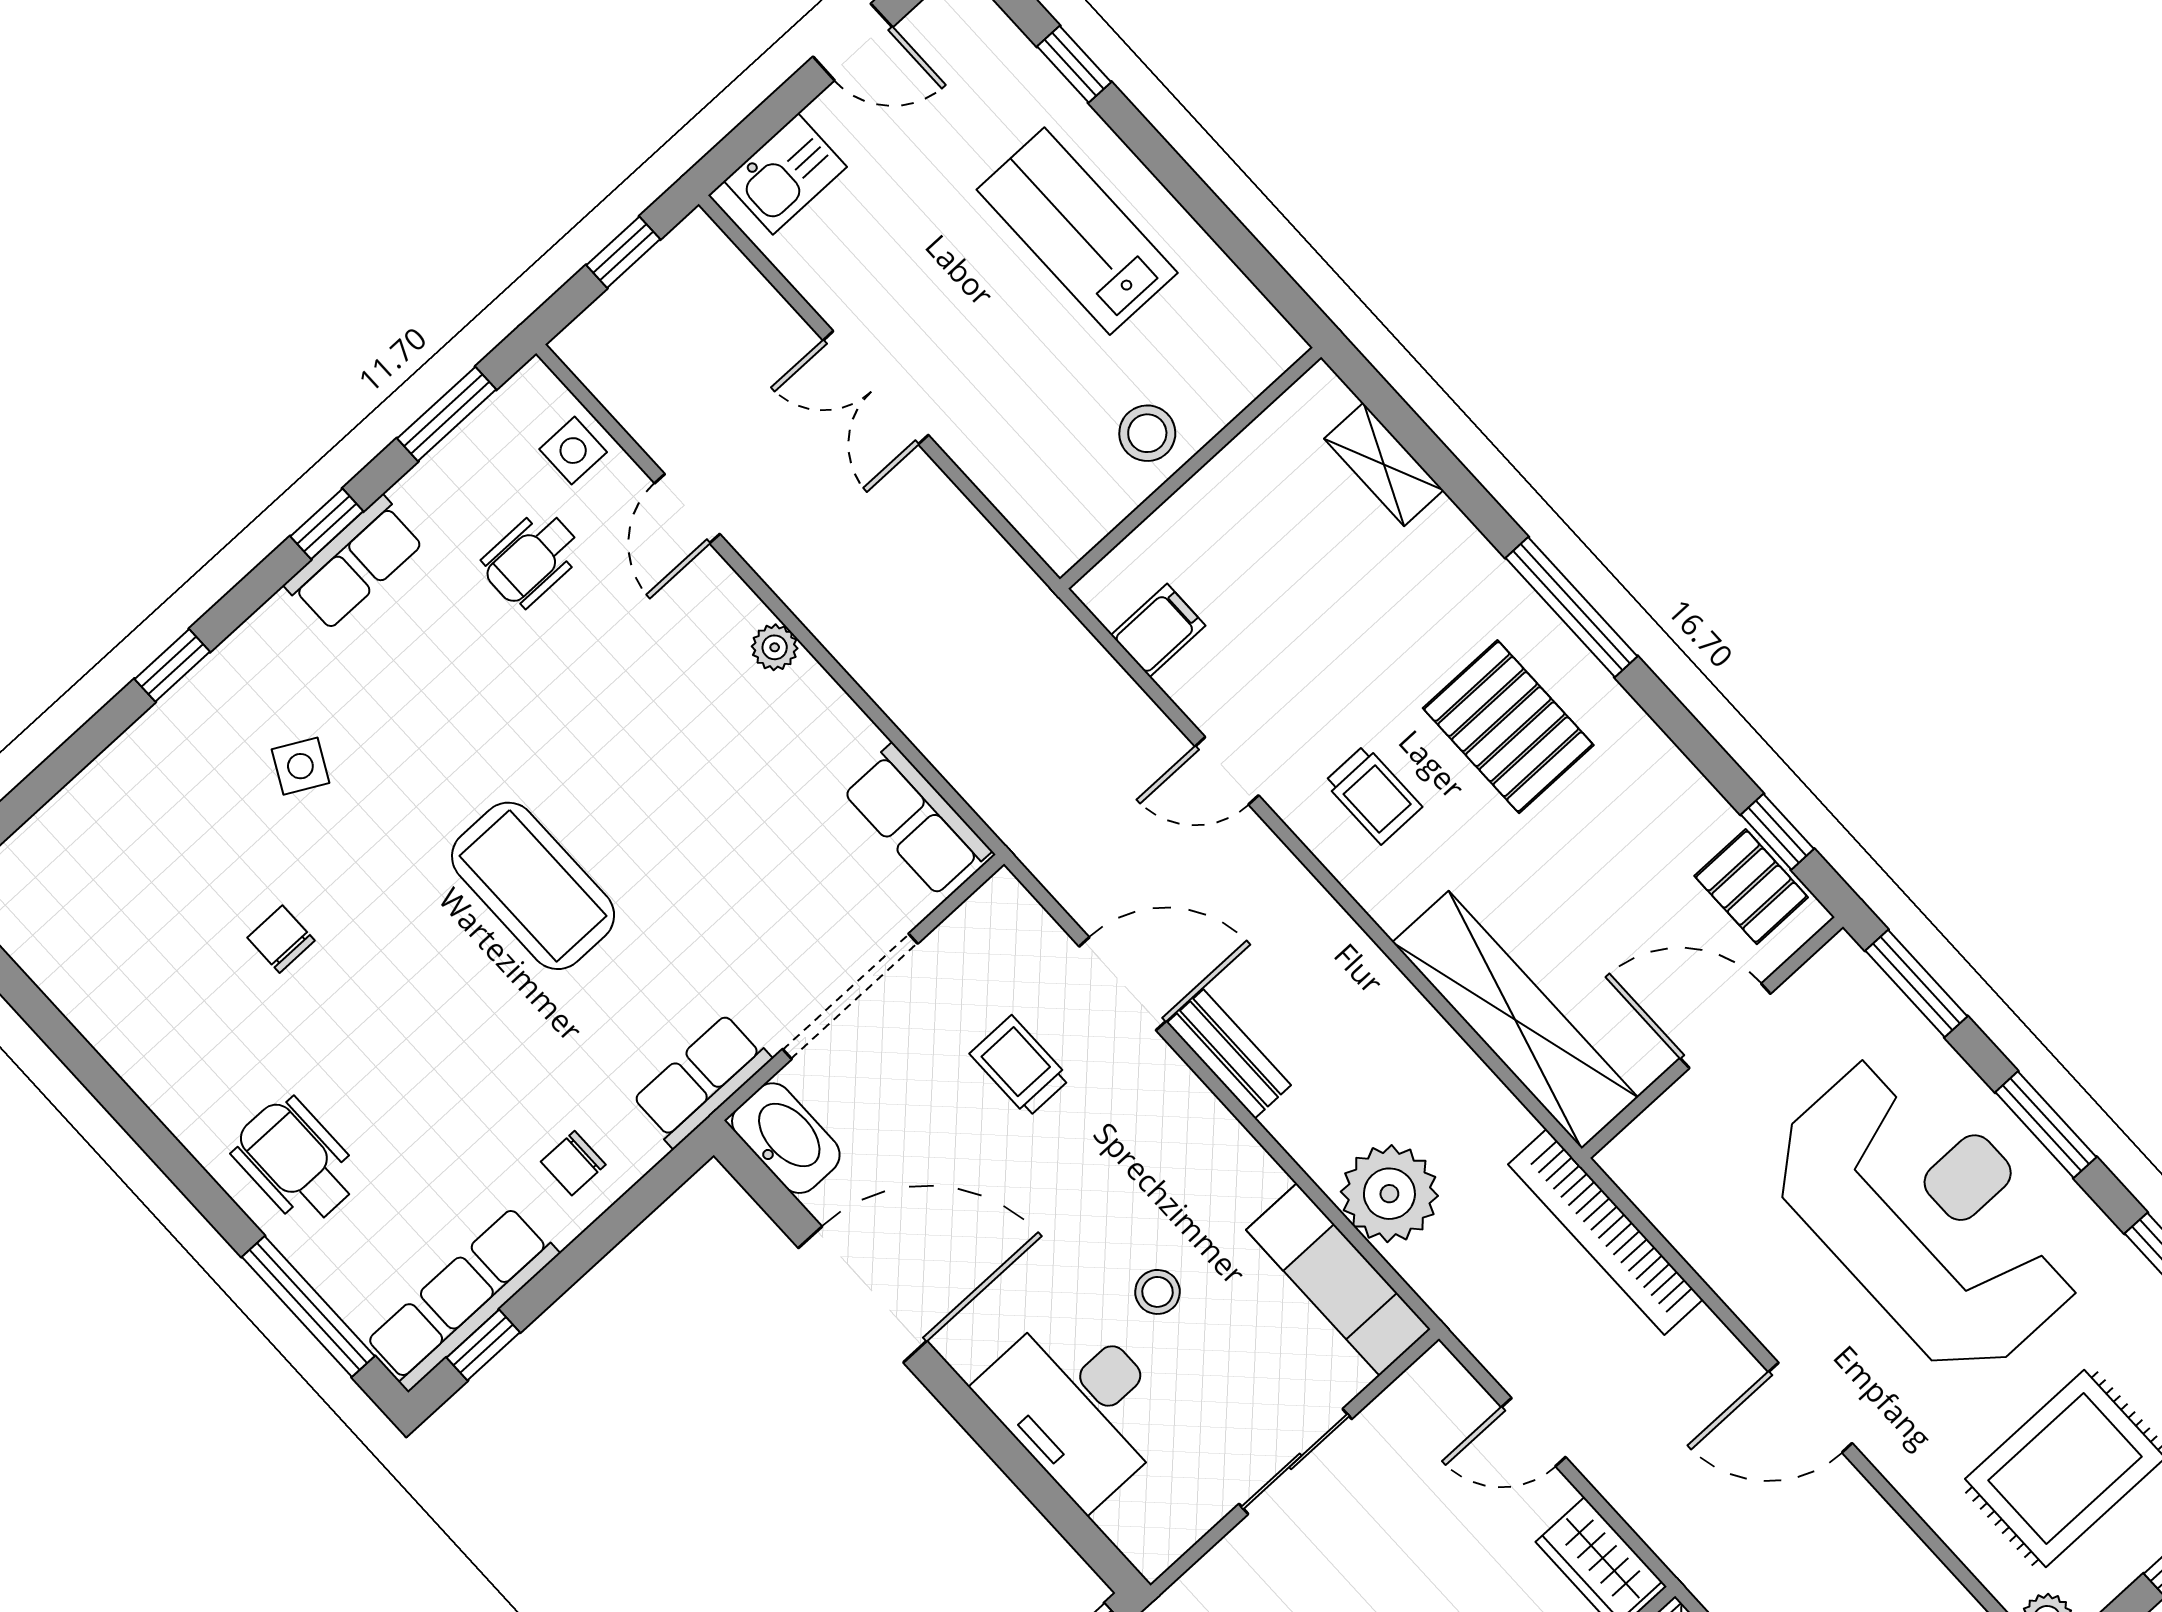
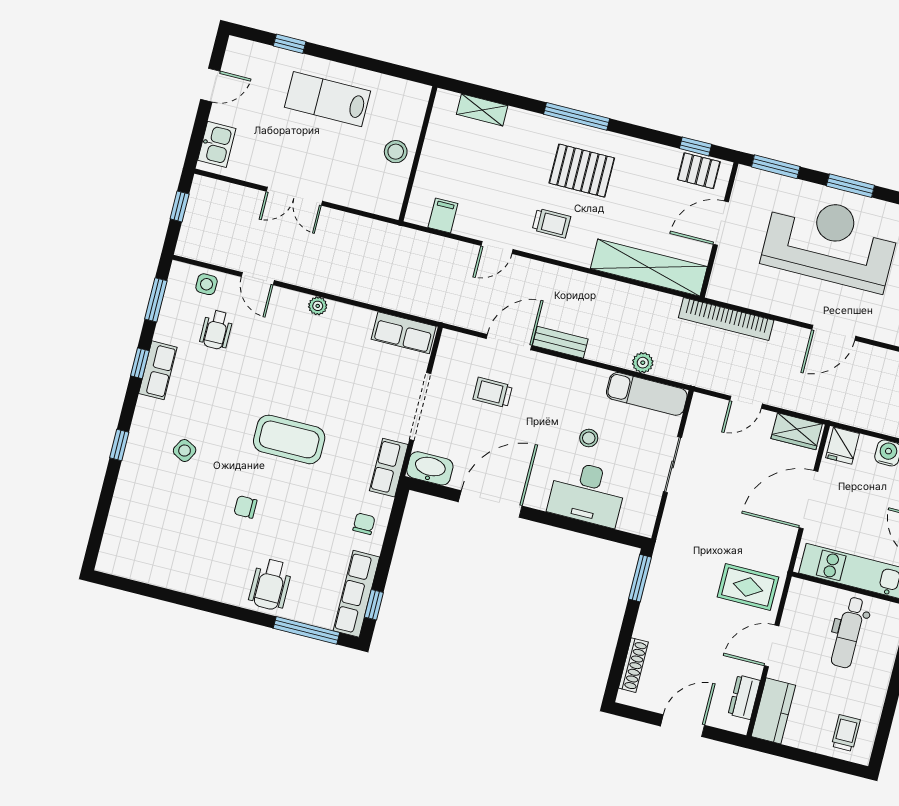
chair: (281, 939) -> (245, 507), moved
wheelchair: (296, 1162) -> (270, 584), turned -90
chair: (573, 1163) -> (364, 524), turned 180
plant: (1389, 1194) -> (643, 363), width x0.53, depth x0.53

